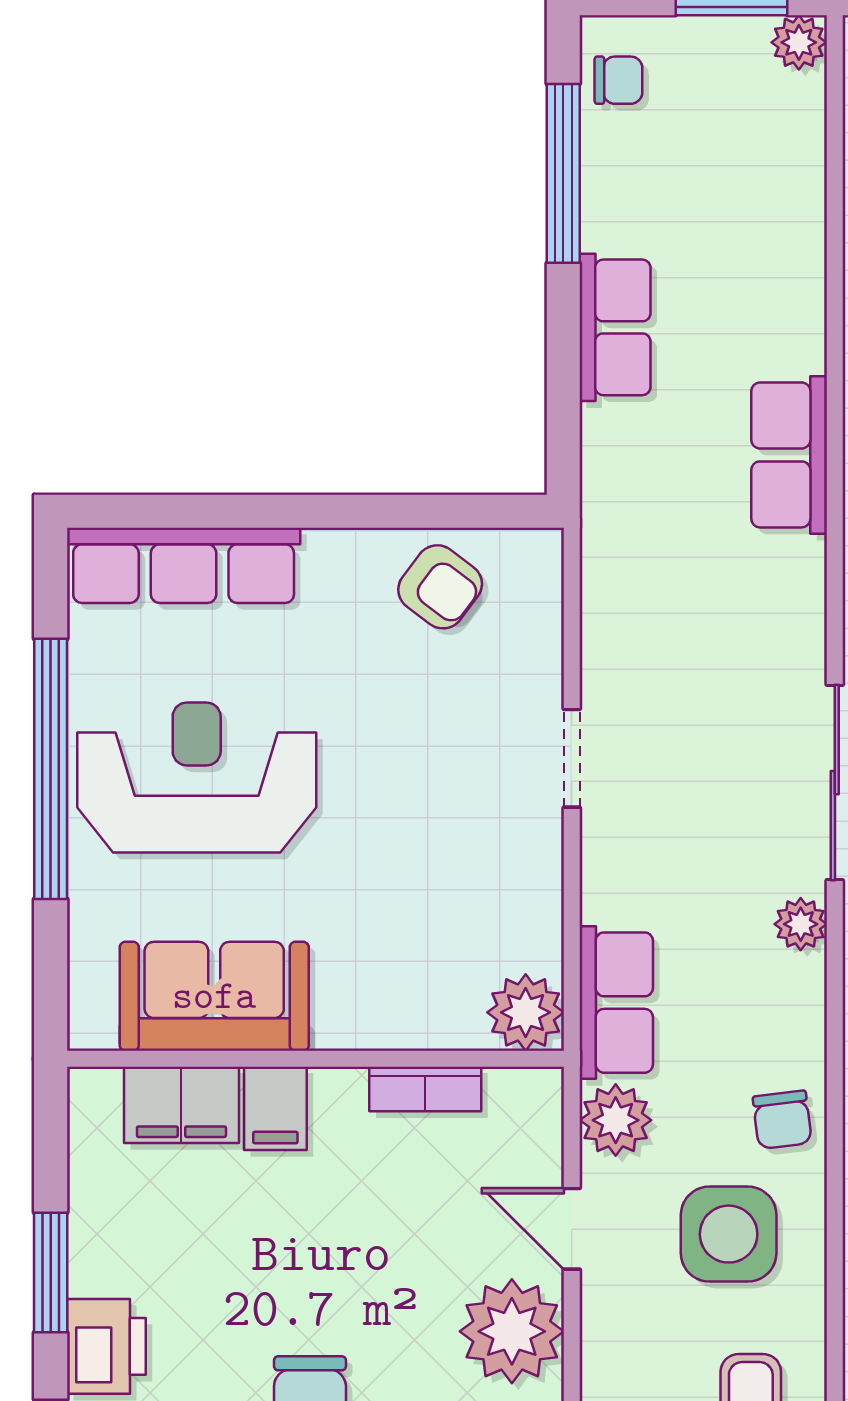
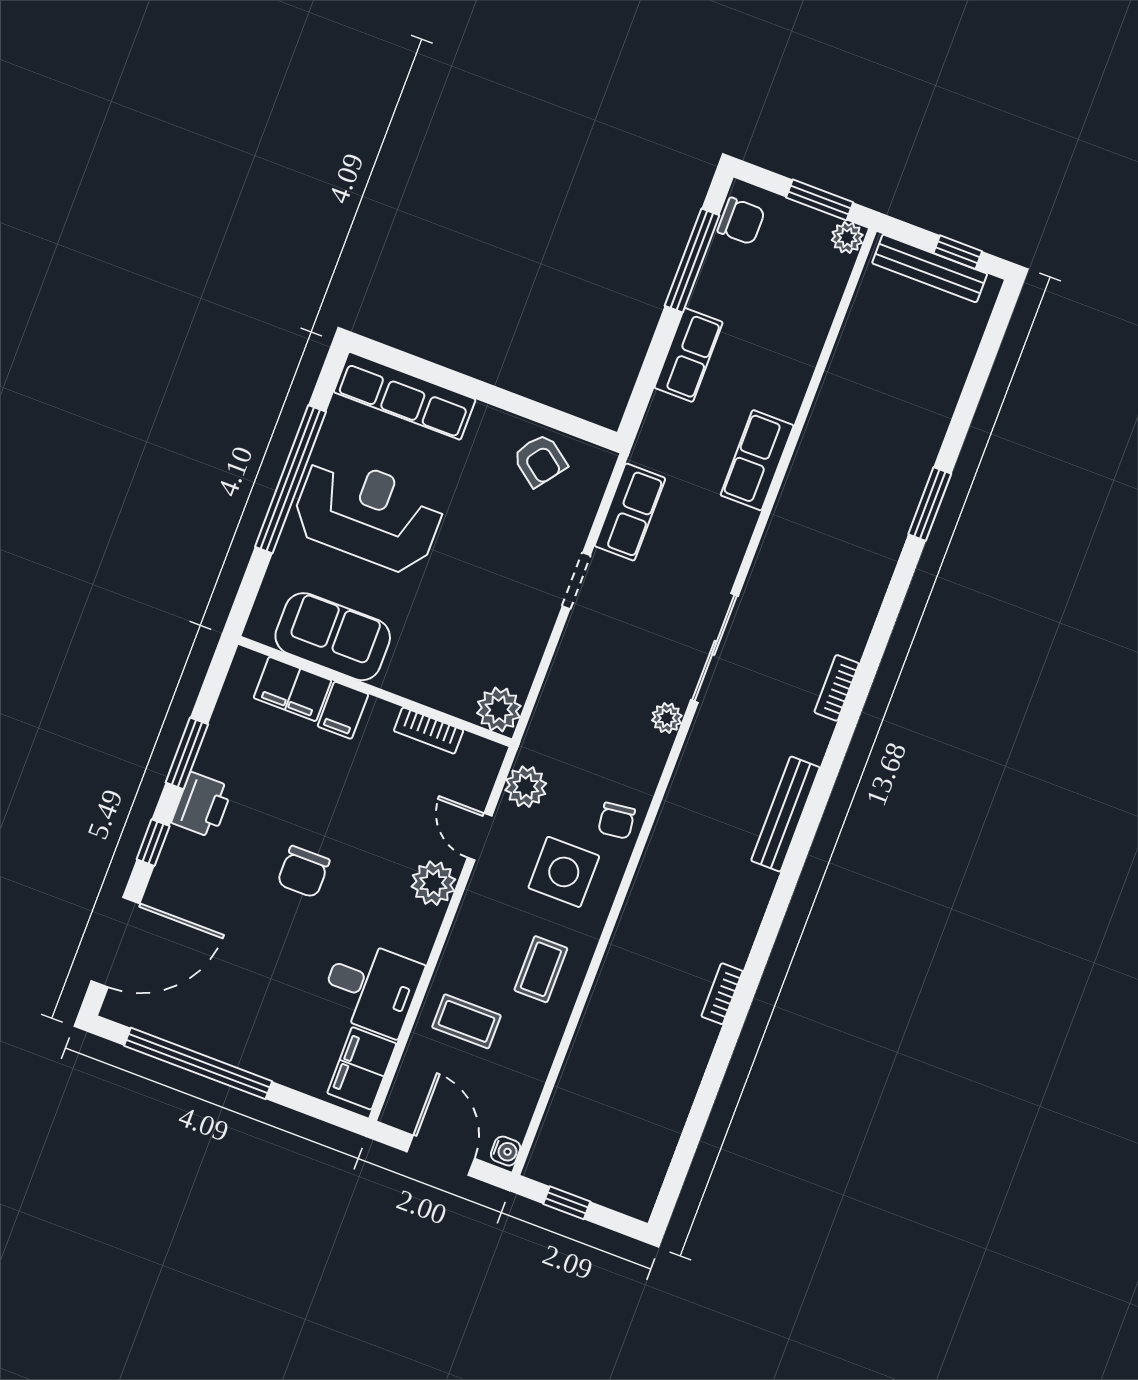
chair: (618, 80) -> (741, 221), width x1.37, depth x1.37
row of seats: (616, 1003) -> (630, 512), moved
plant: (512, 1331) -> (433, 883), width x0.73, depth x0.73

